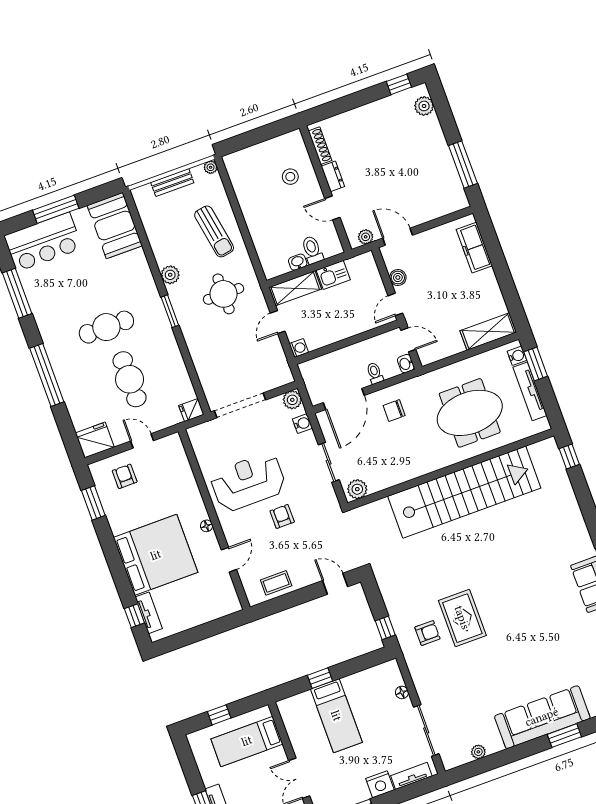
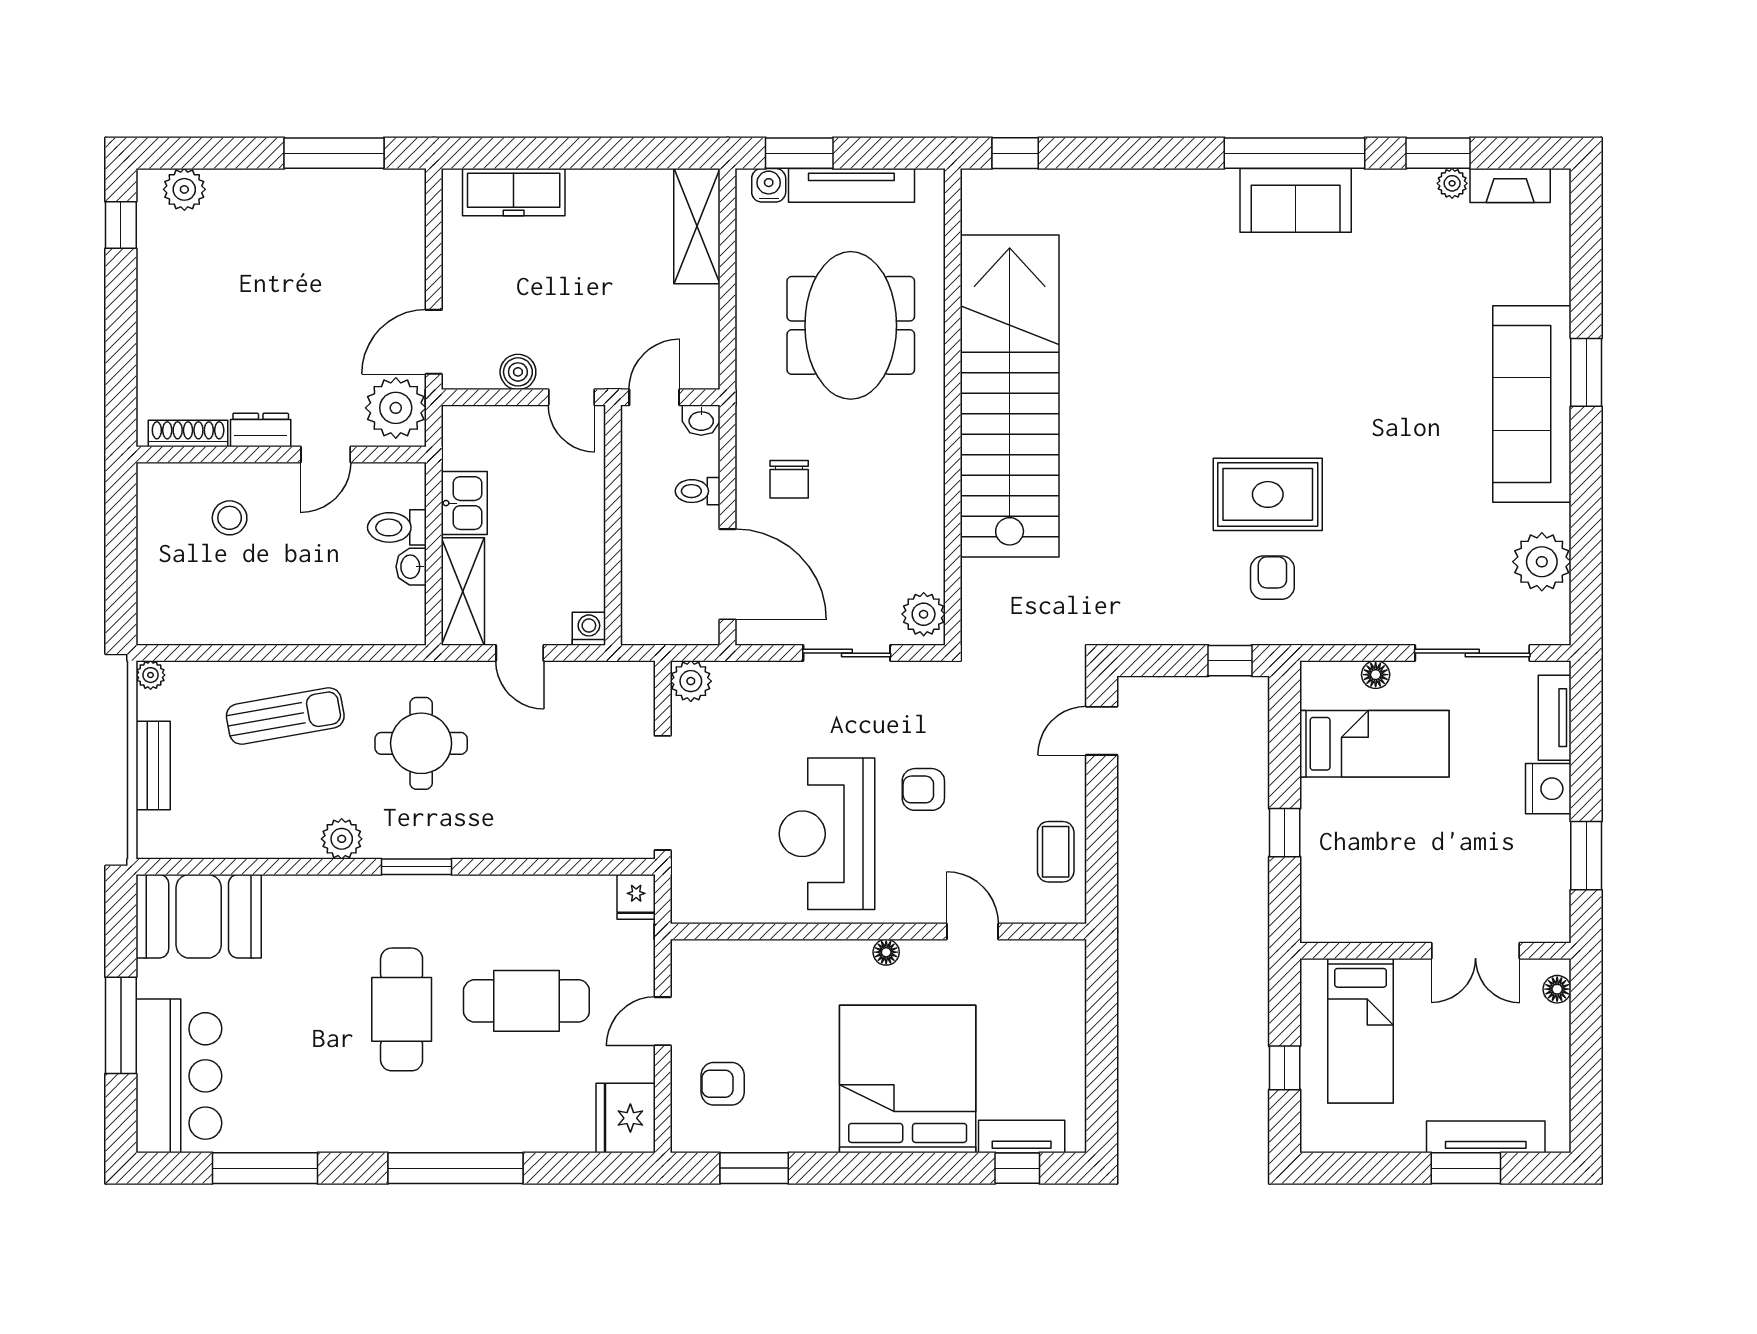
plant: (366, 237) -> (396, 408), width x1.87, depth x1.87
water cooler: (302, 424) -> (747, 678), removed
bed: (336, 716) -> (1374, 744), moved
plant: (478, 752) -> (1542, 562), width x1.88, depth x1.88

